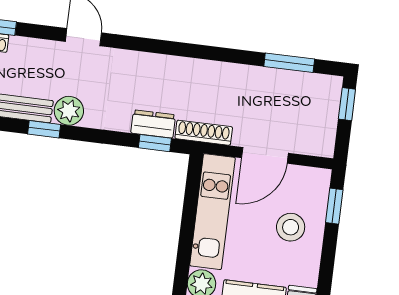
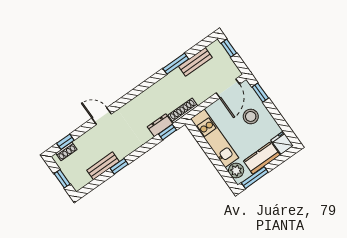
window: (289, 63) -> (176, 64), moved
bench: (283, 81) -> (195, 62), added
plant: (69, 111) -> (122, 150), removed
door: (265, 155) -> (228, 88), moved

